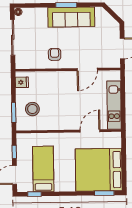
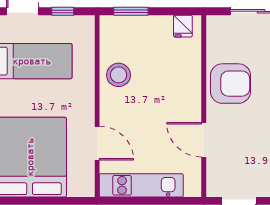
armchair: (55, 54) -> (230, 84), width x1.88, depth x1.88
stool: (32, 109) -> (119, 75), moved

